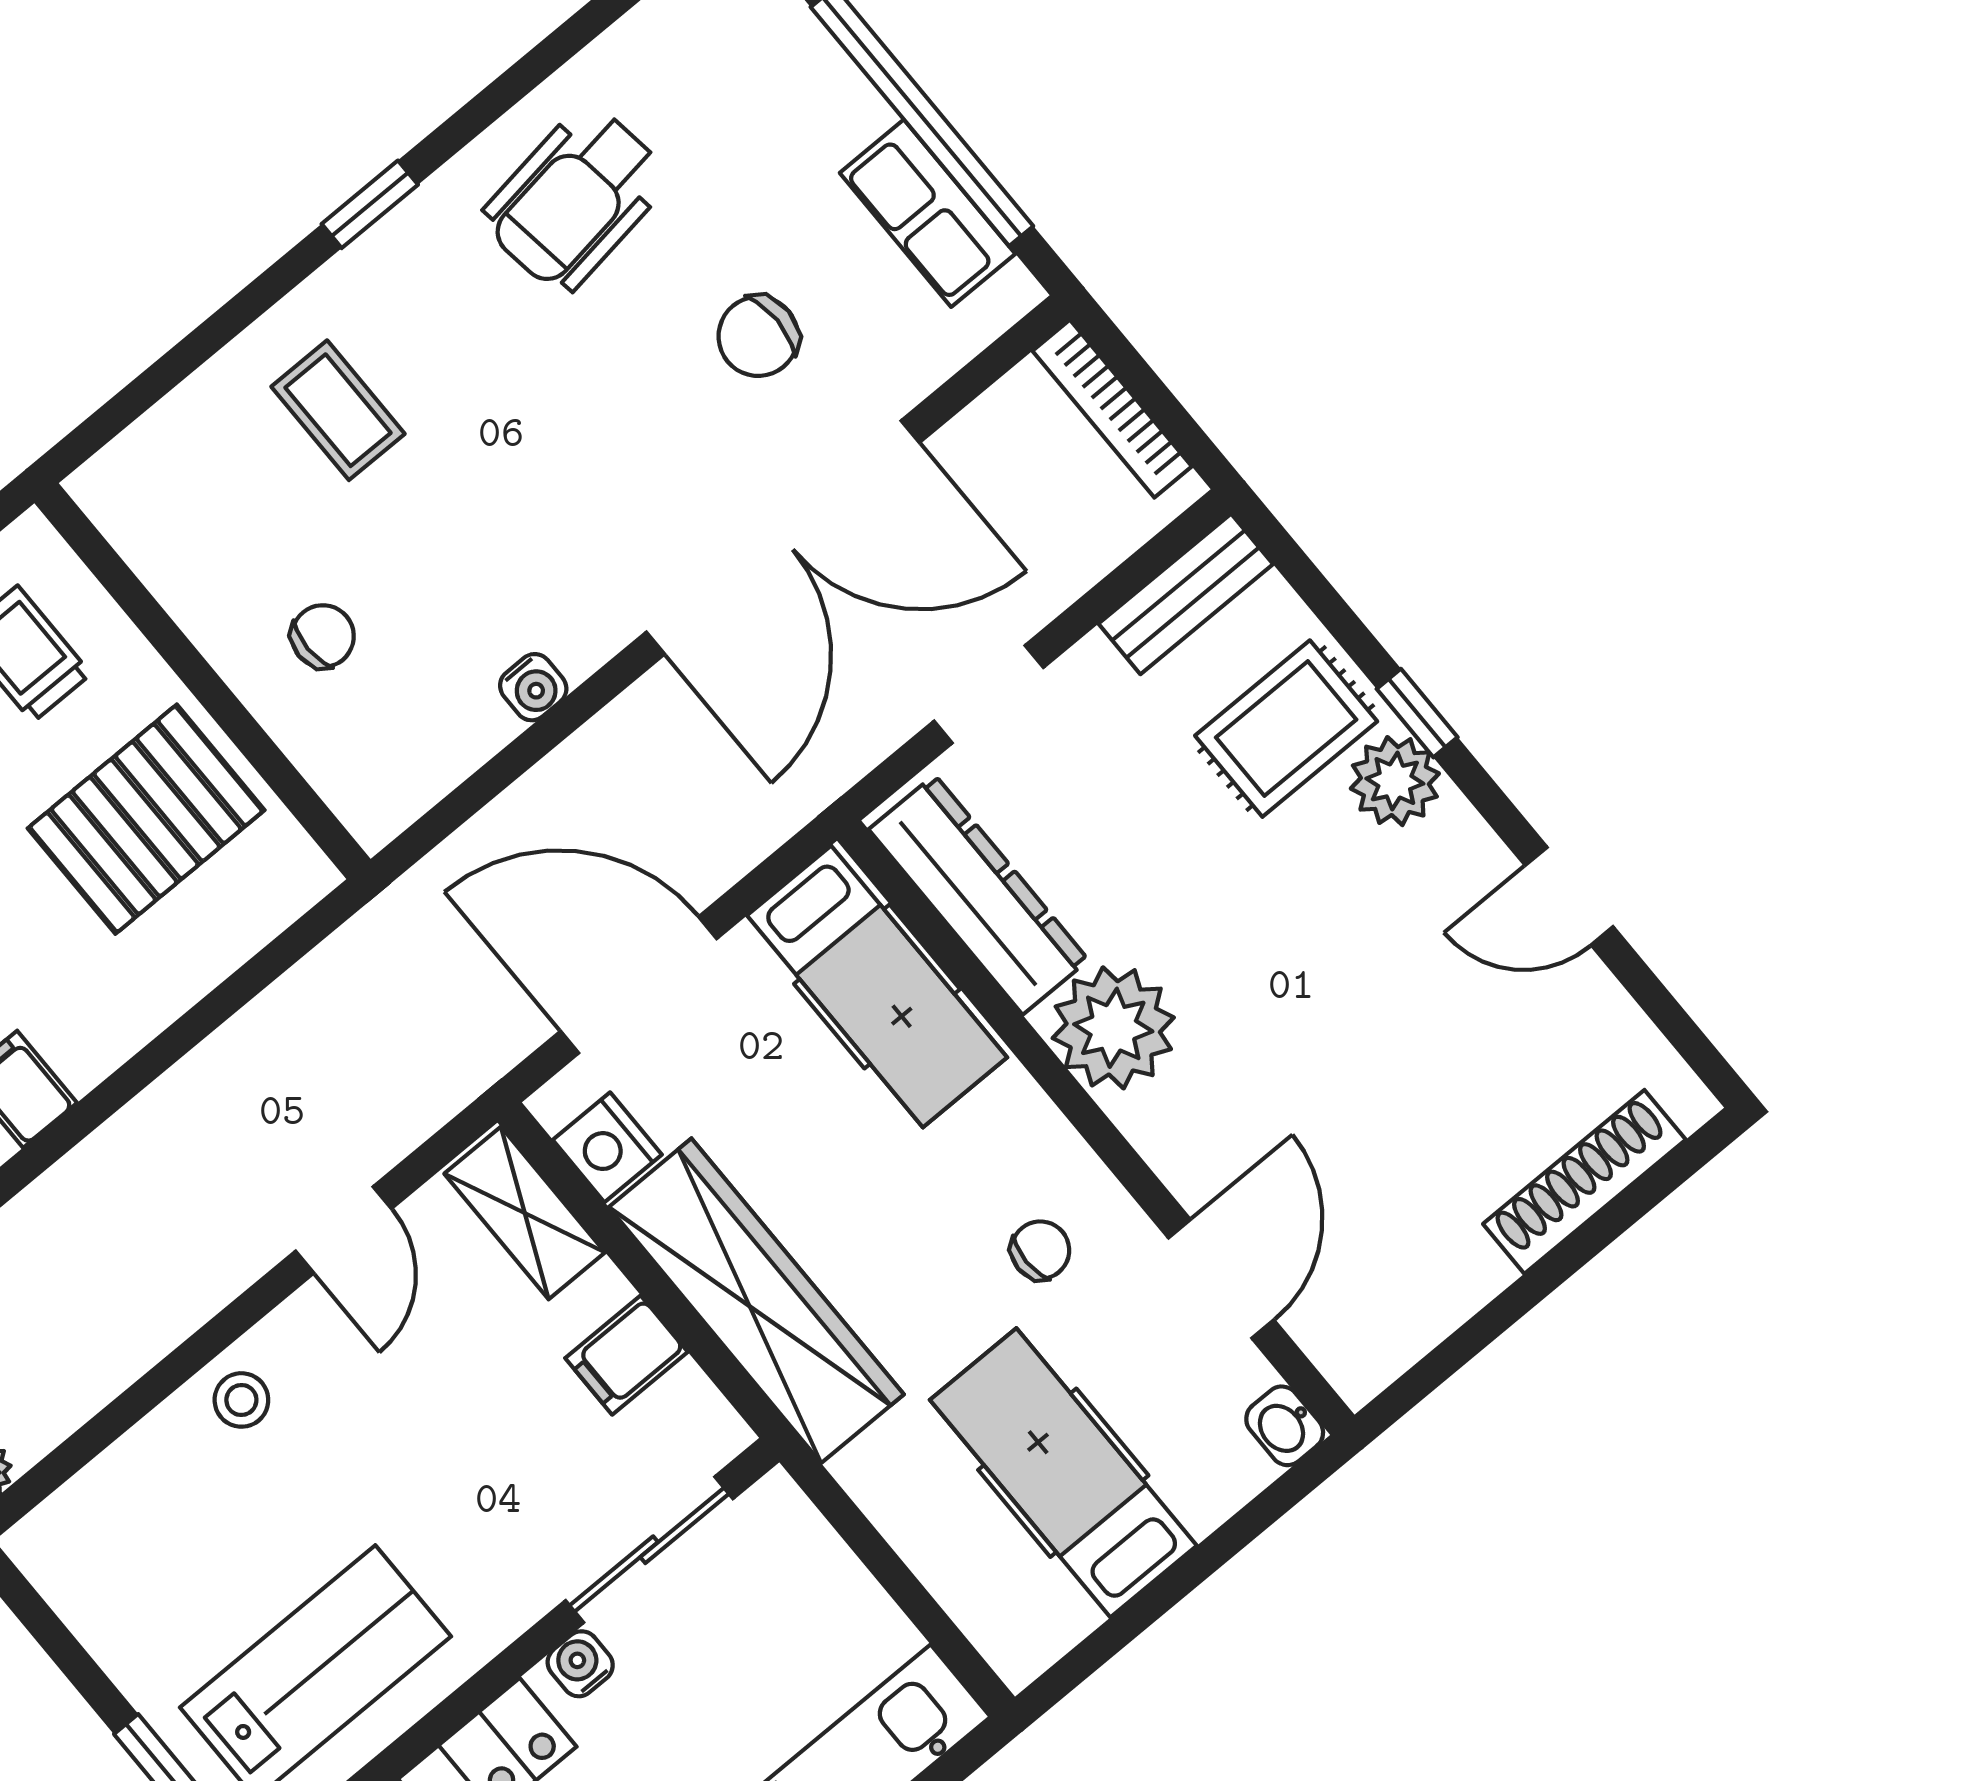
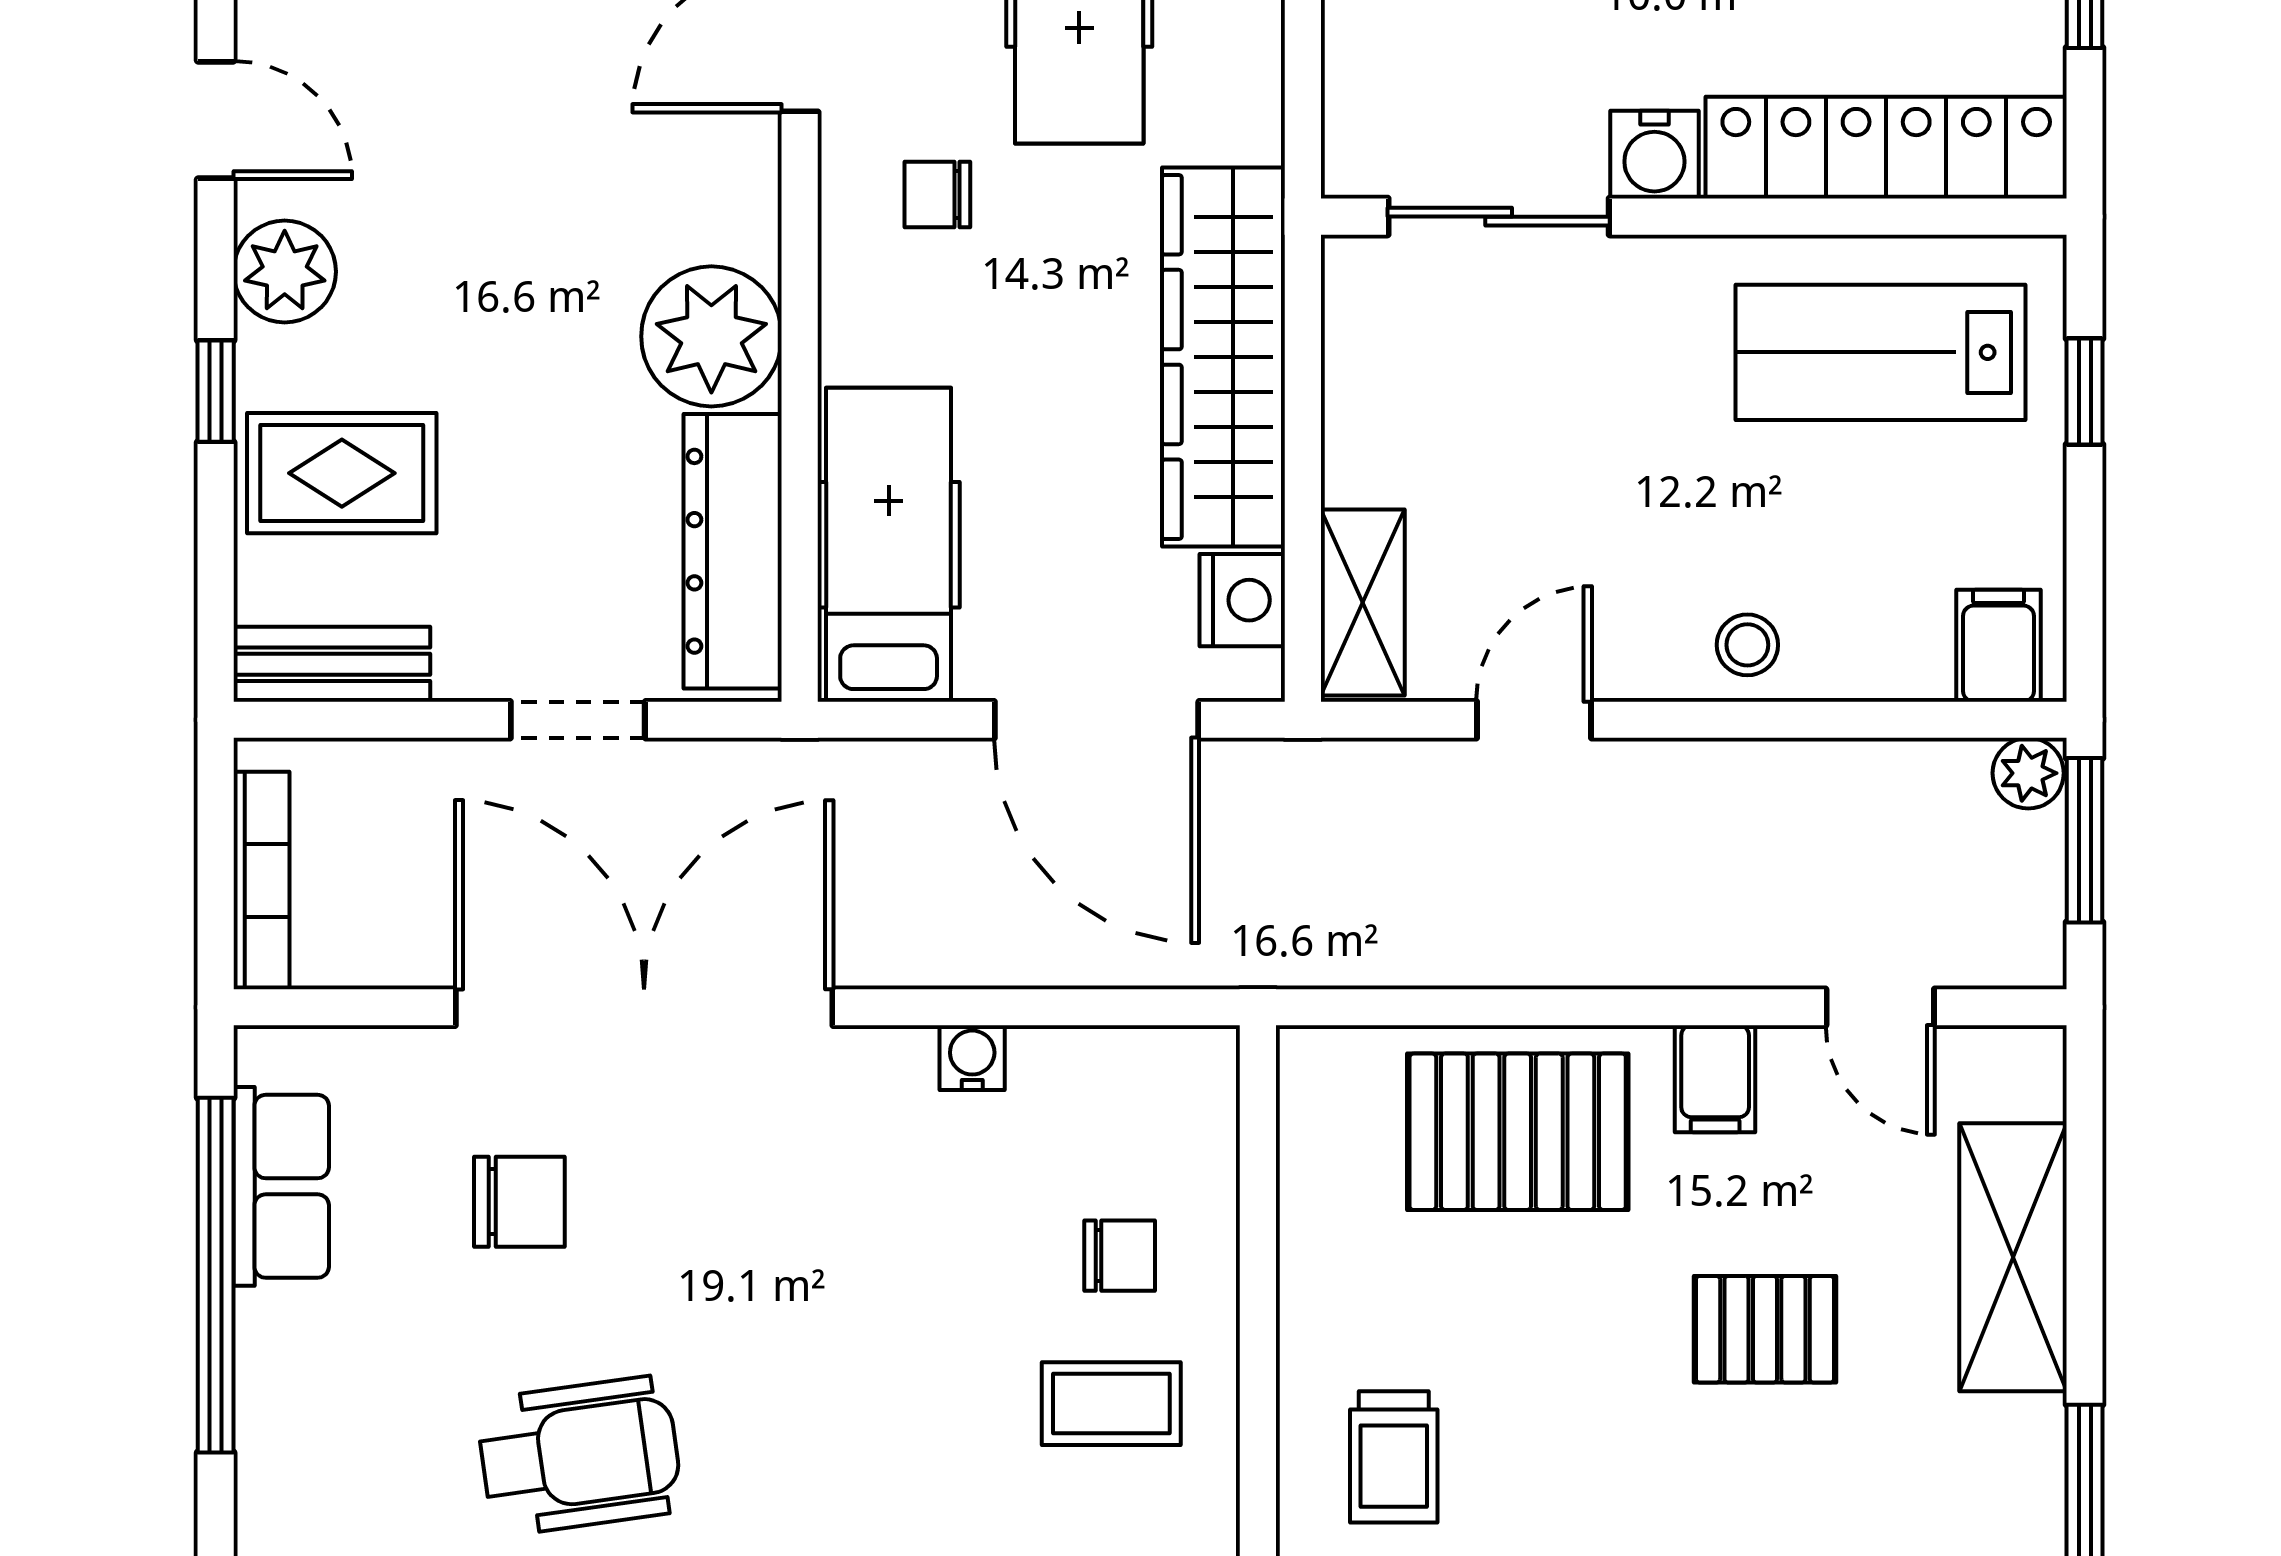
coffee table: (338, 410) -> (1111, 1404), moved, turned 90
chair: (323, 636) -> (1120, 1256), turned 180
plant: (1395, 781) -> (285, 272), moved
pallet: (146, 819) -> (1518, 1132), moved
filing cabinet: (626, 1355) -> (1999, 646), moved, turned -90
water cooler: (580, 1664) -> (1654, 155), width x1.38, depth x1.38

